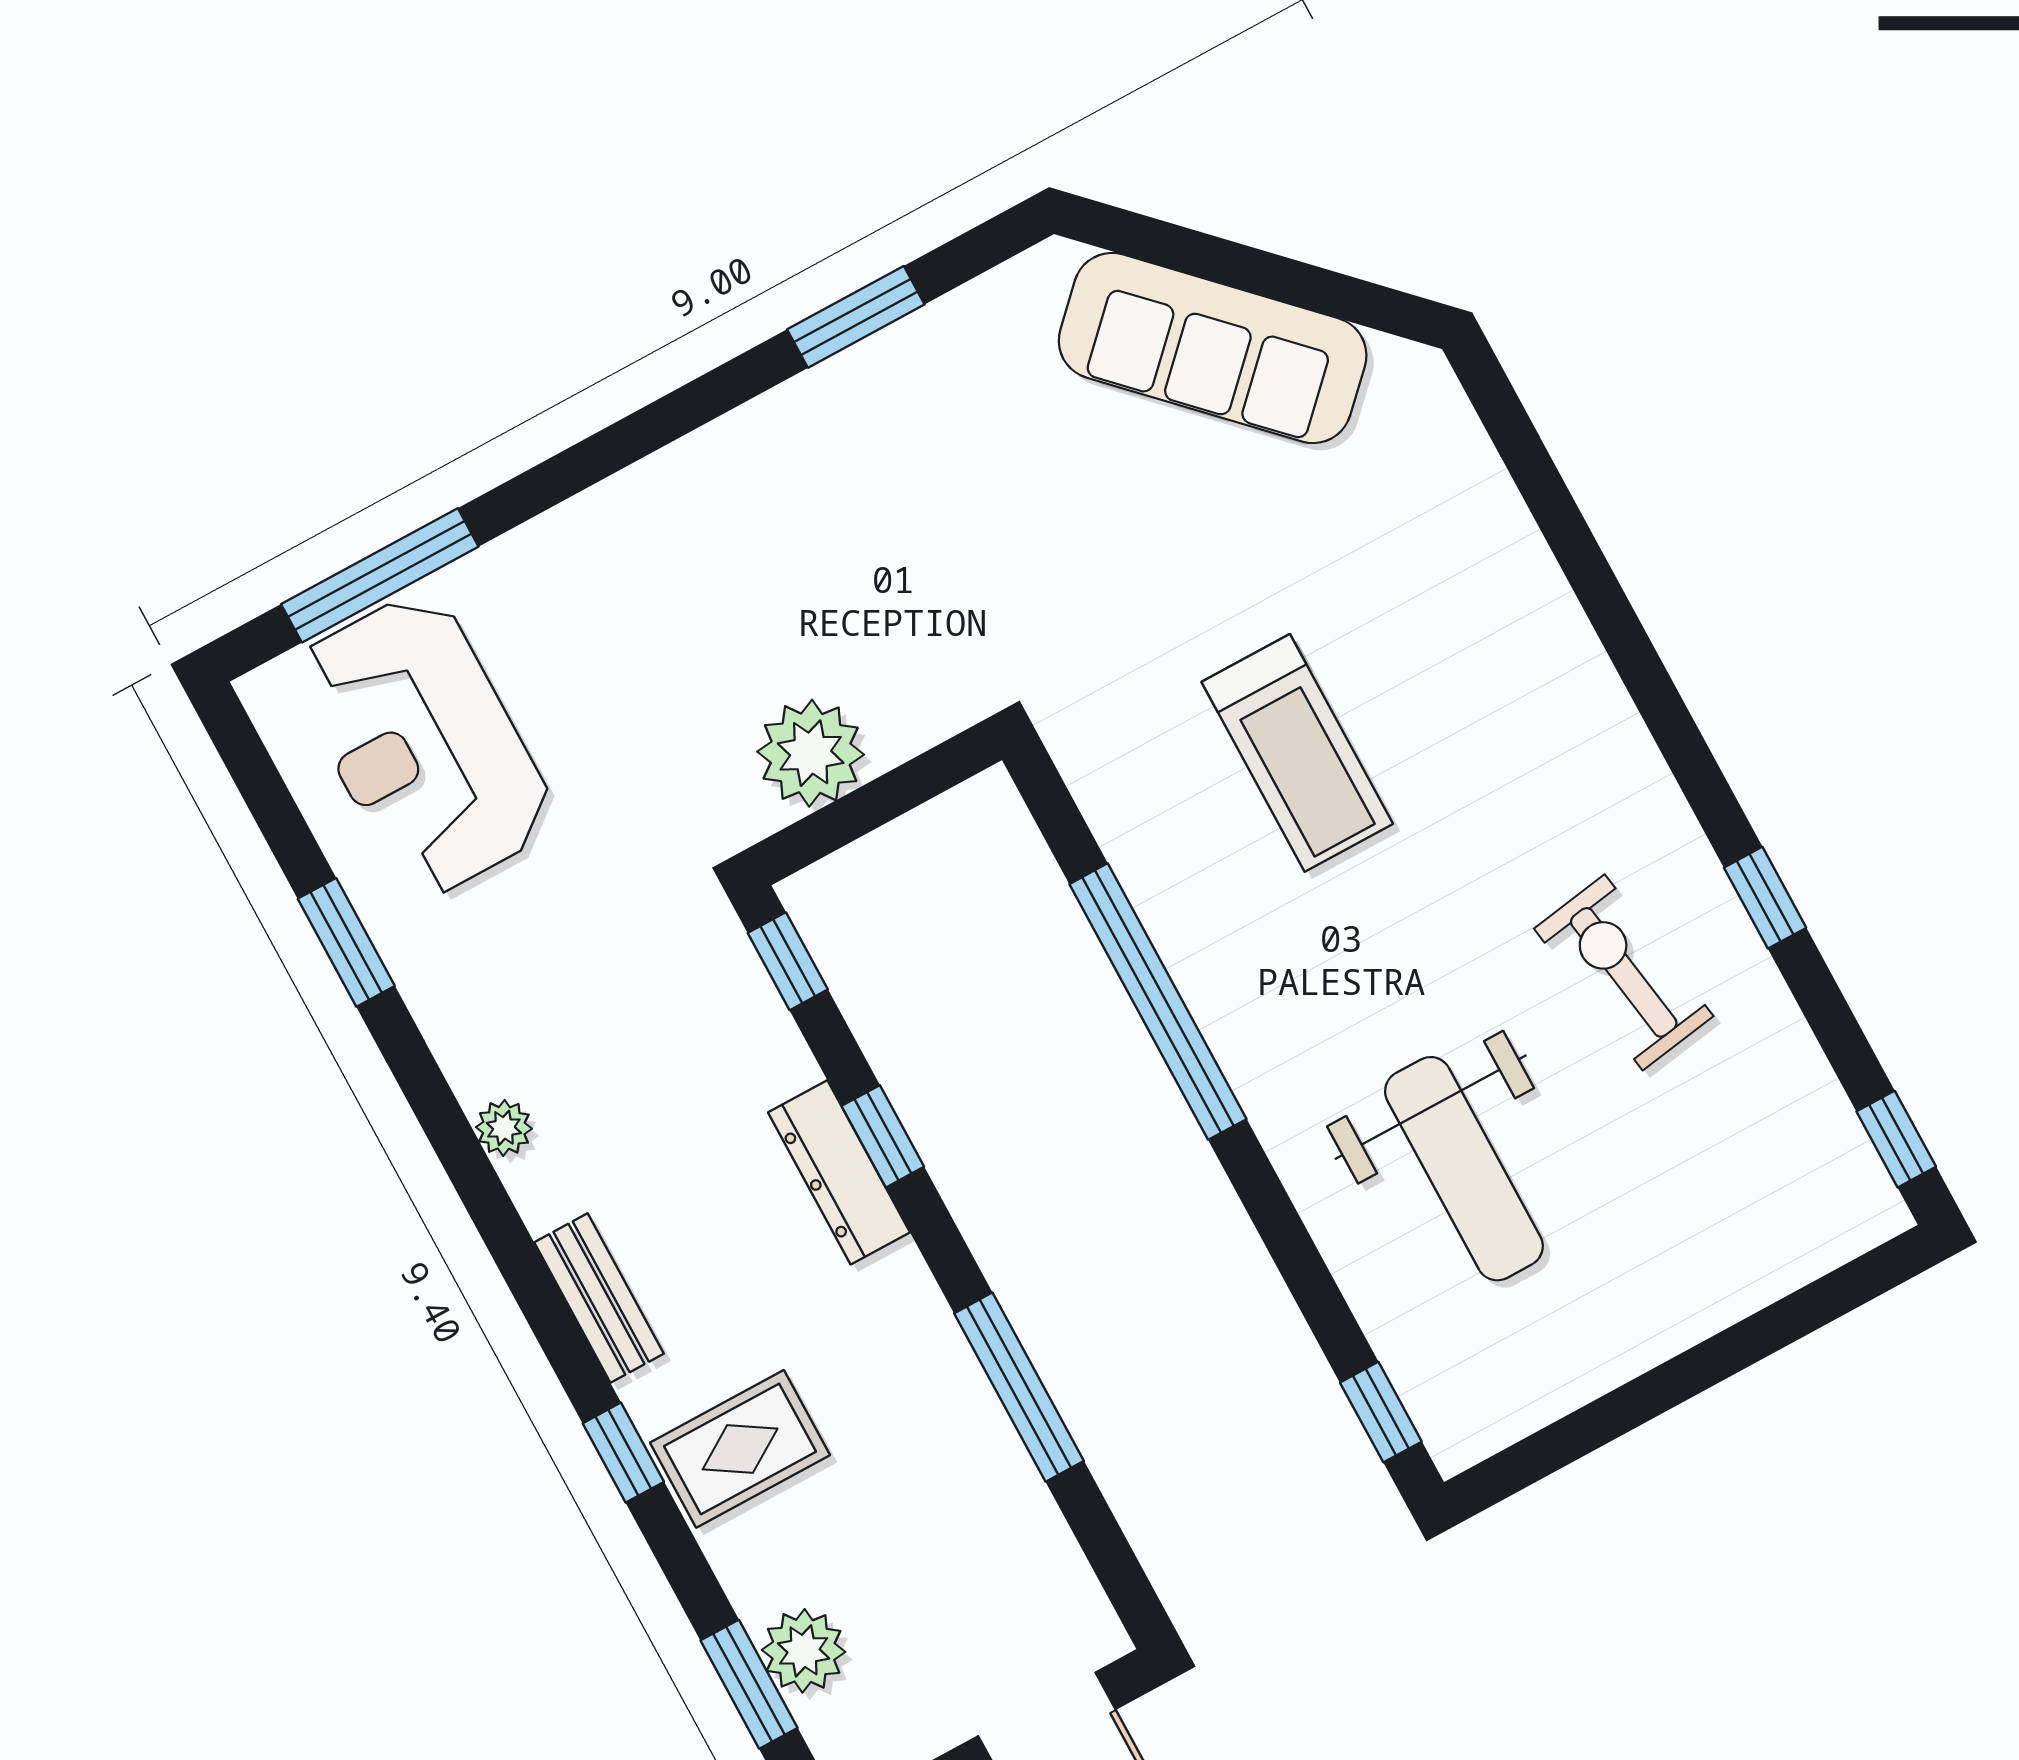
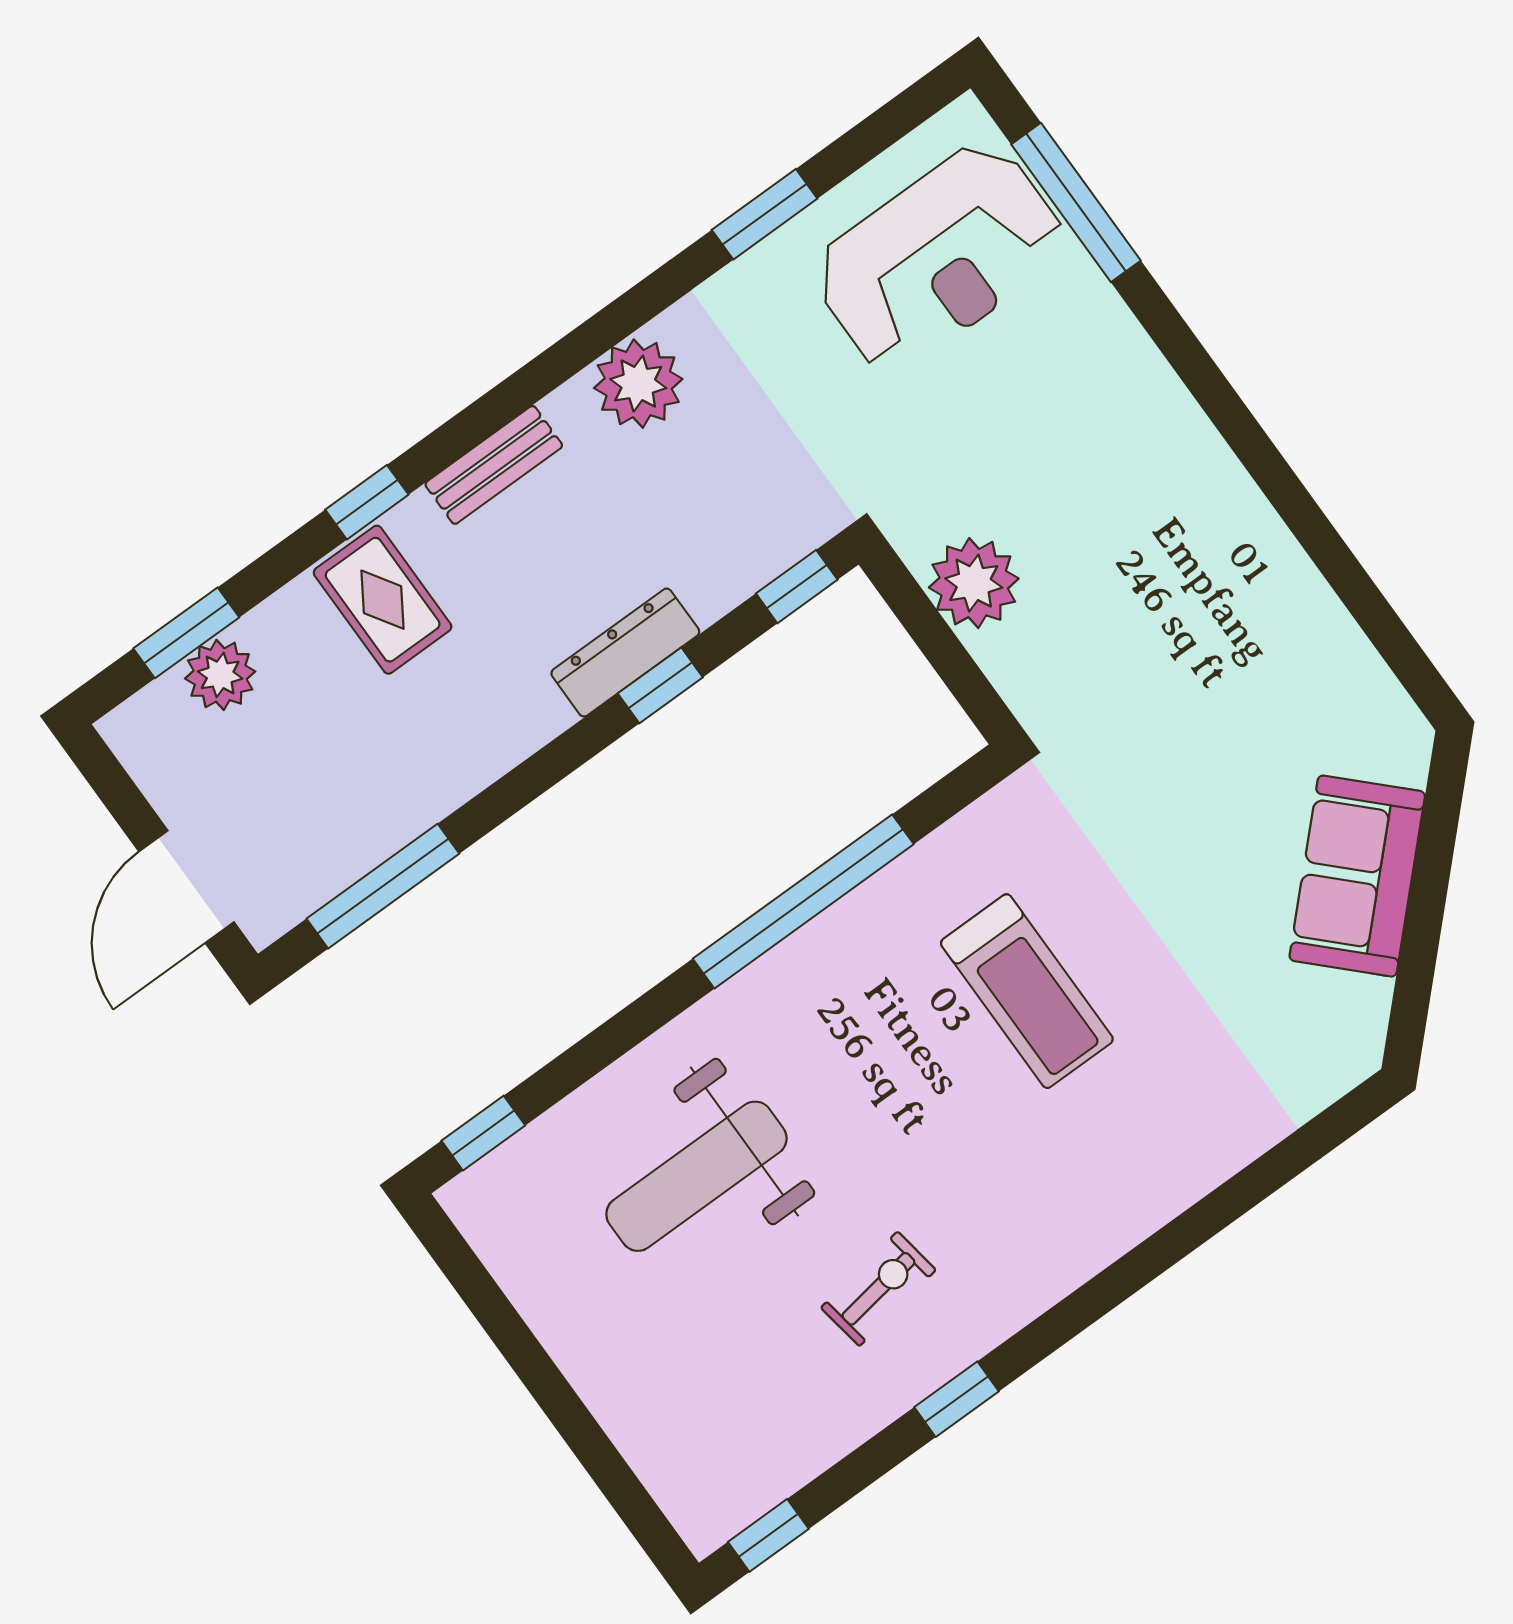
window: (856, 317) -> (1345, 573), removed
sofa: (1213, 348) -> (1357, 876), width x0.73
reception desk: (423, 744) -> (939, 257), turned 180
treadmill: (1297, 753) -> (1027, 991), turned -90
exercise bike: (1624, 972) -> (878, 1289), width x0.73, depth x0.72
plant: (504, 1128) -> (638, 384), width x1.88, depth x1.88
window: (1019, 1387) -> (383, 886), moved

